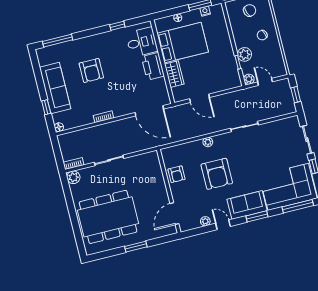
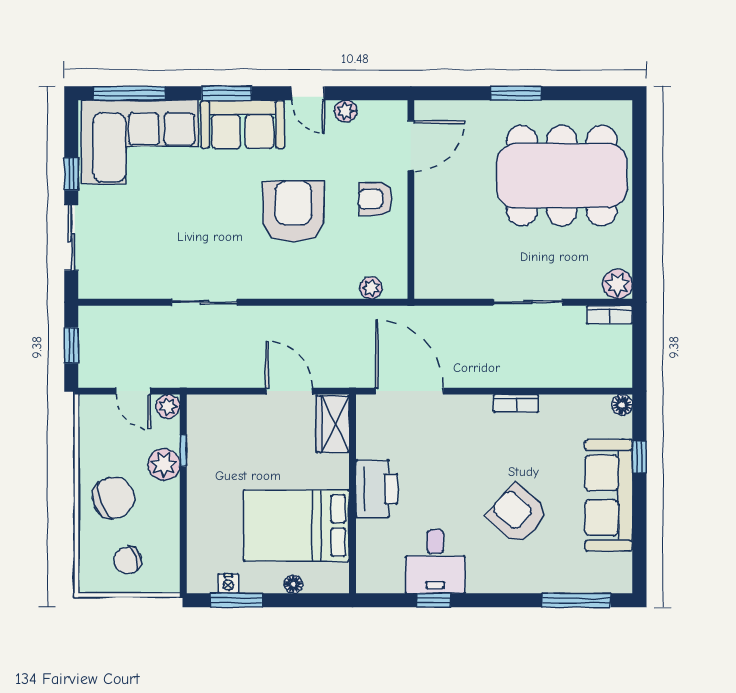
chair: (262, 35) -> (113, 498), width x1.87, depth x1.87
desk: (142, 42) -> (435, 561), moved, turned -90
armchair: (91, 70) -> (517, 514), turned -49
wardrobe: (174, 74) -> (333, 424), moved
plant: (208, 142) -> (371, 288), moved
armchair: (177, 174) -> (375, 199), moved, turned -90

